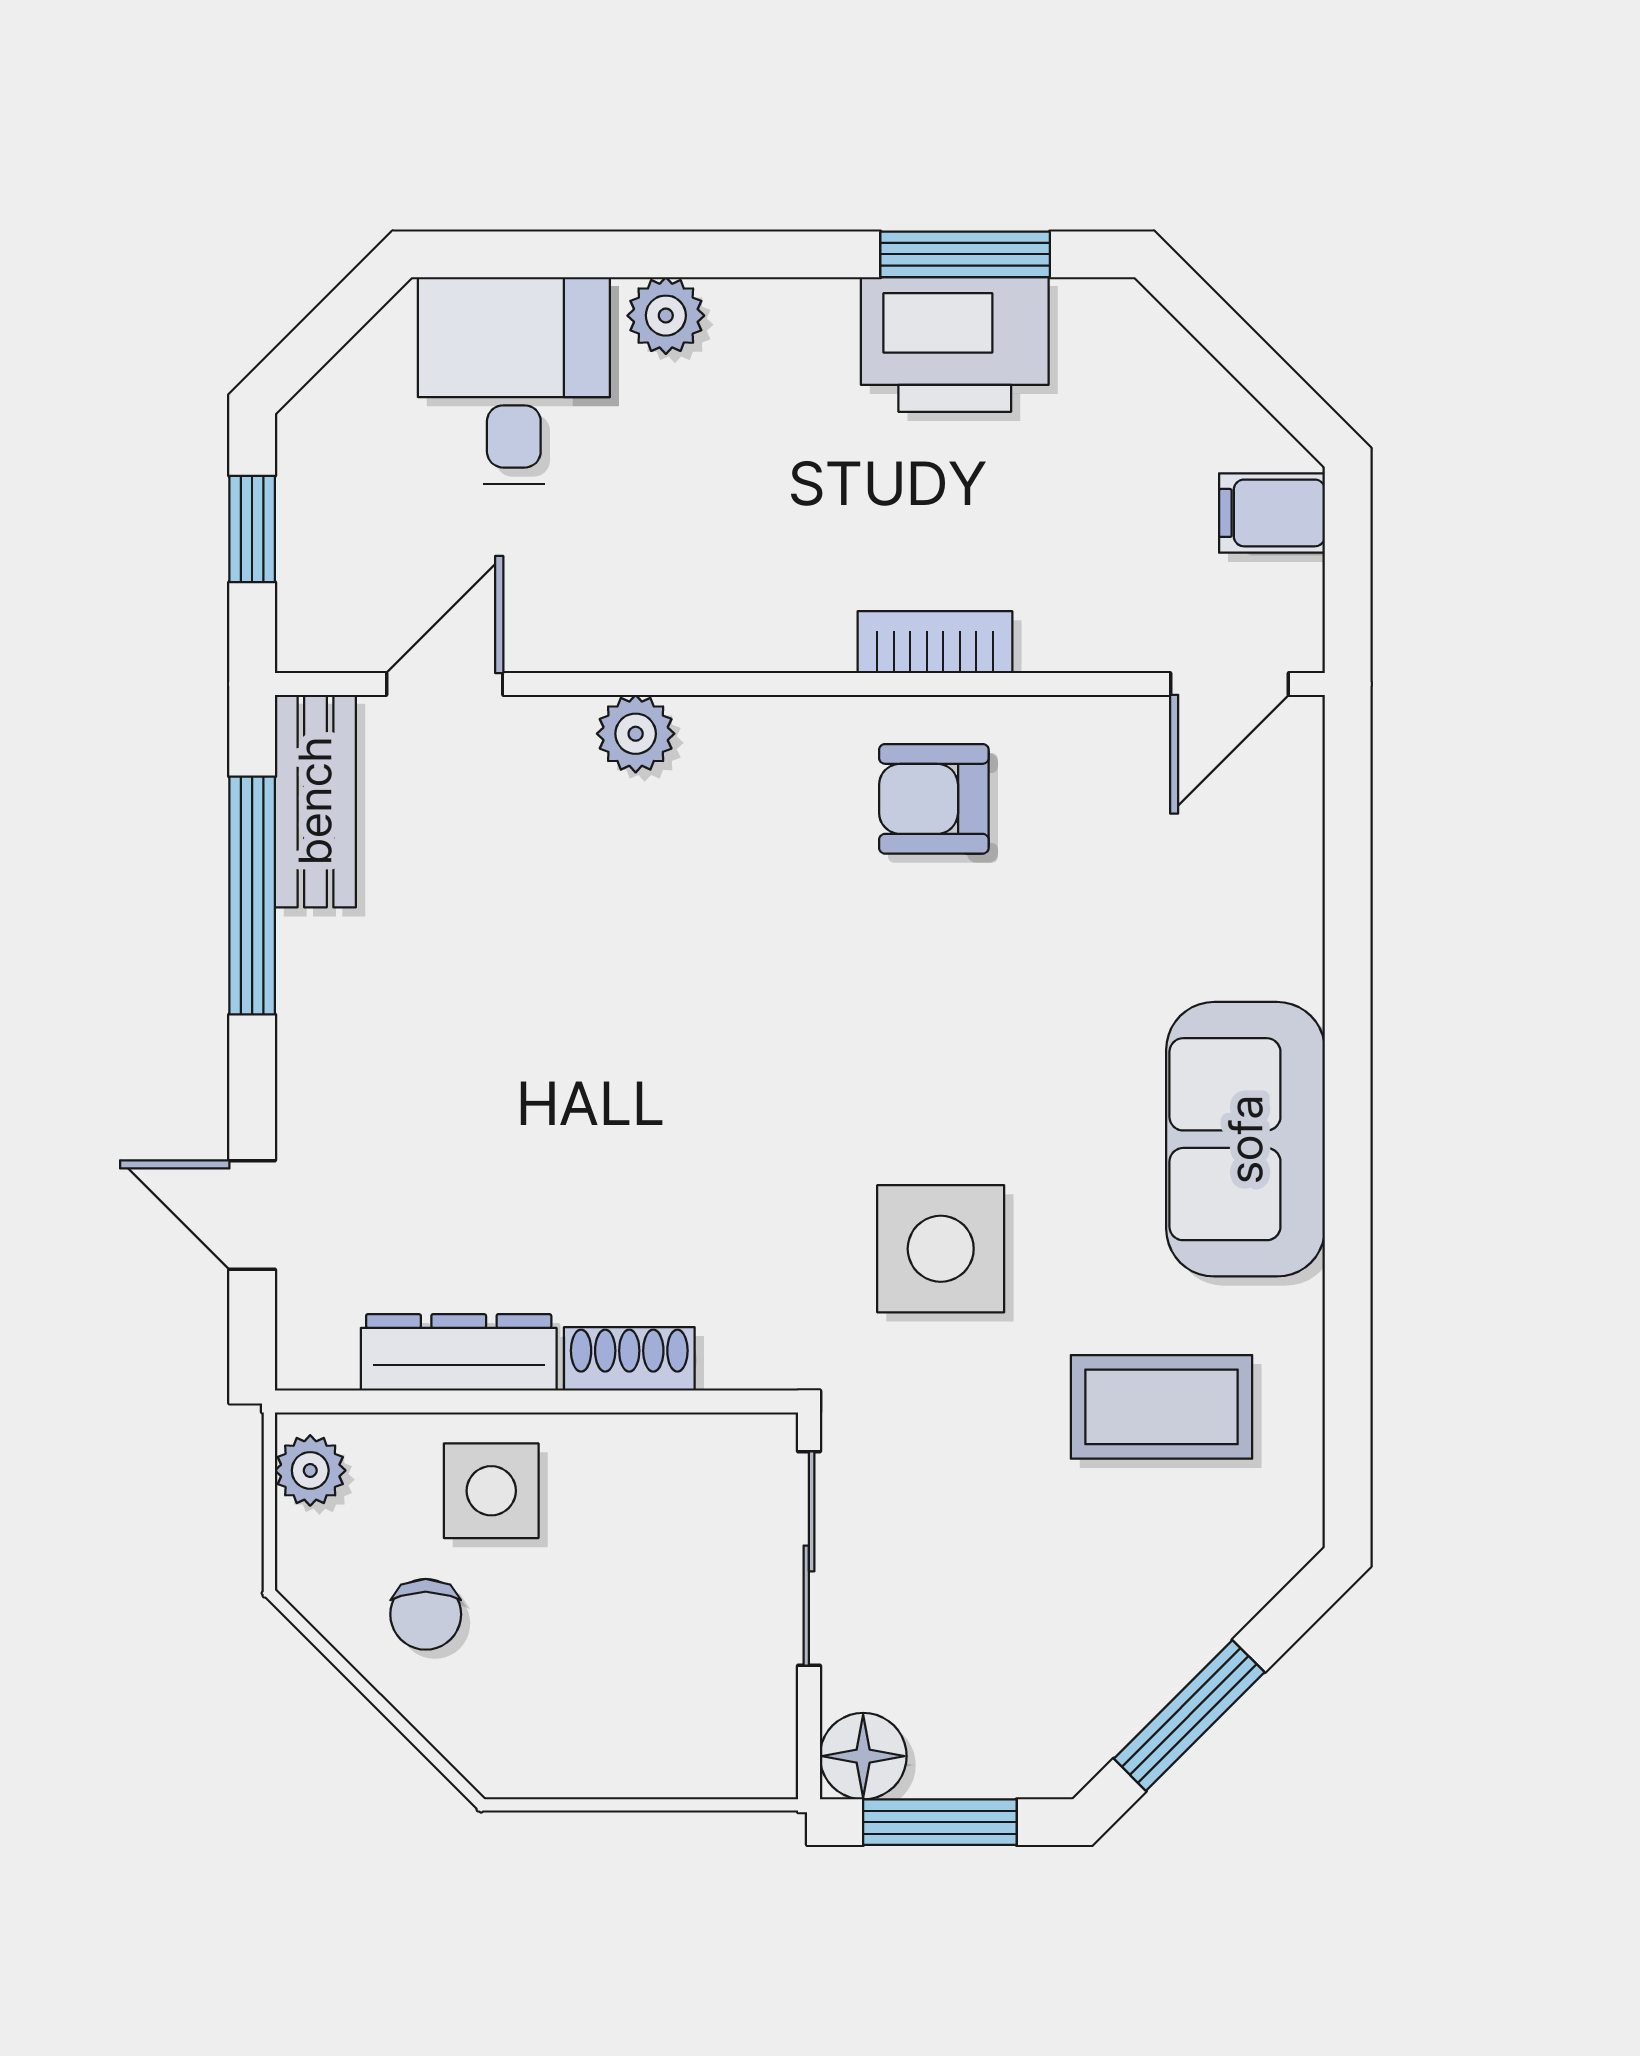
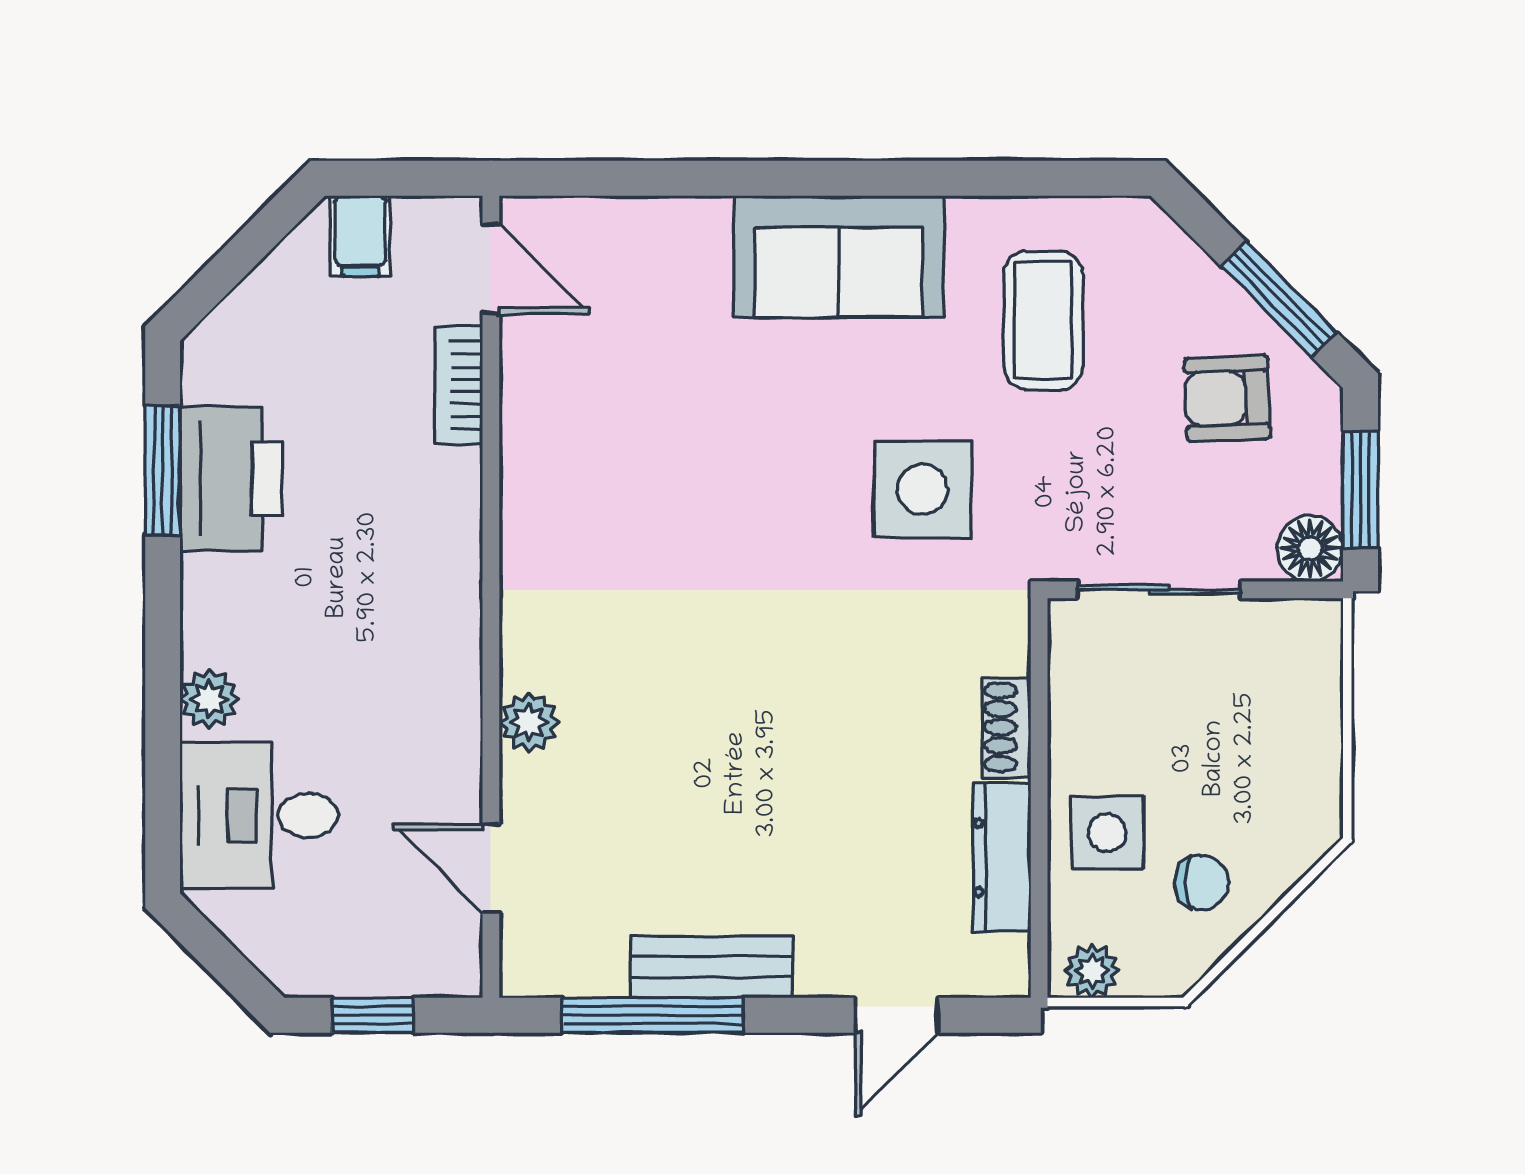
bookcase: (935, 642) -> (459, 385), moved
armchair: (934, 799) -> (1227, 398), moved, turned 88
bench: (315, 801) -> (712, 967), moved

